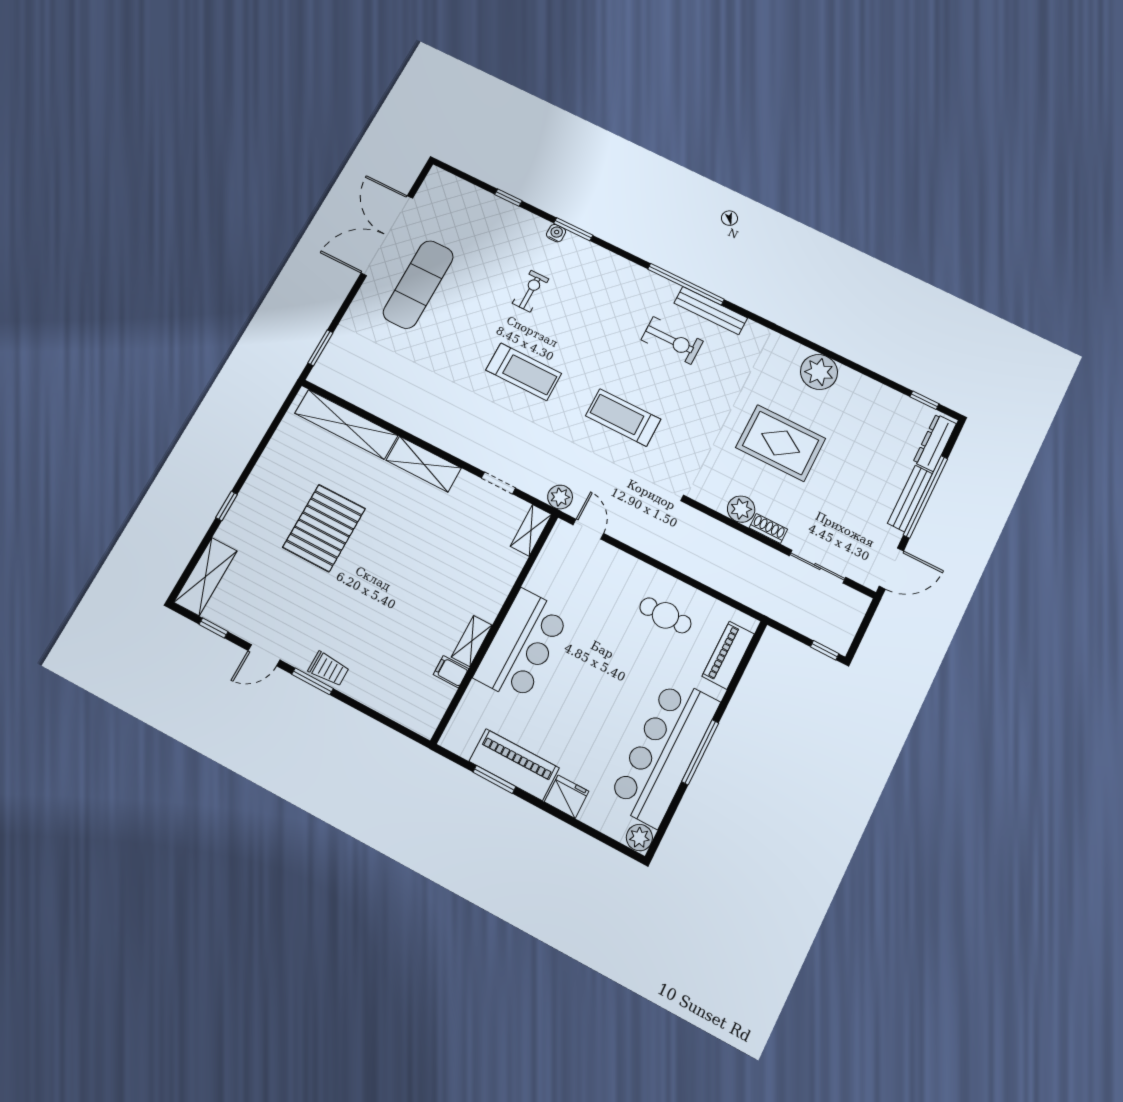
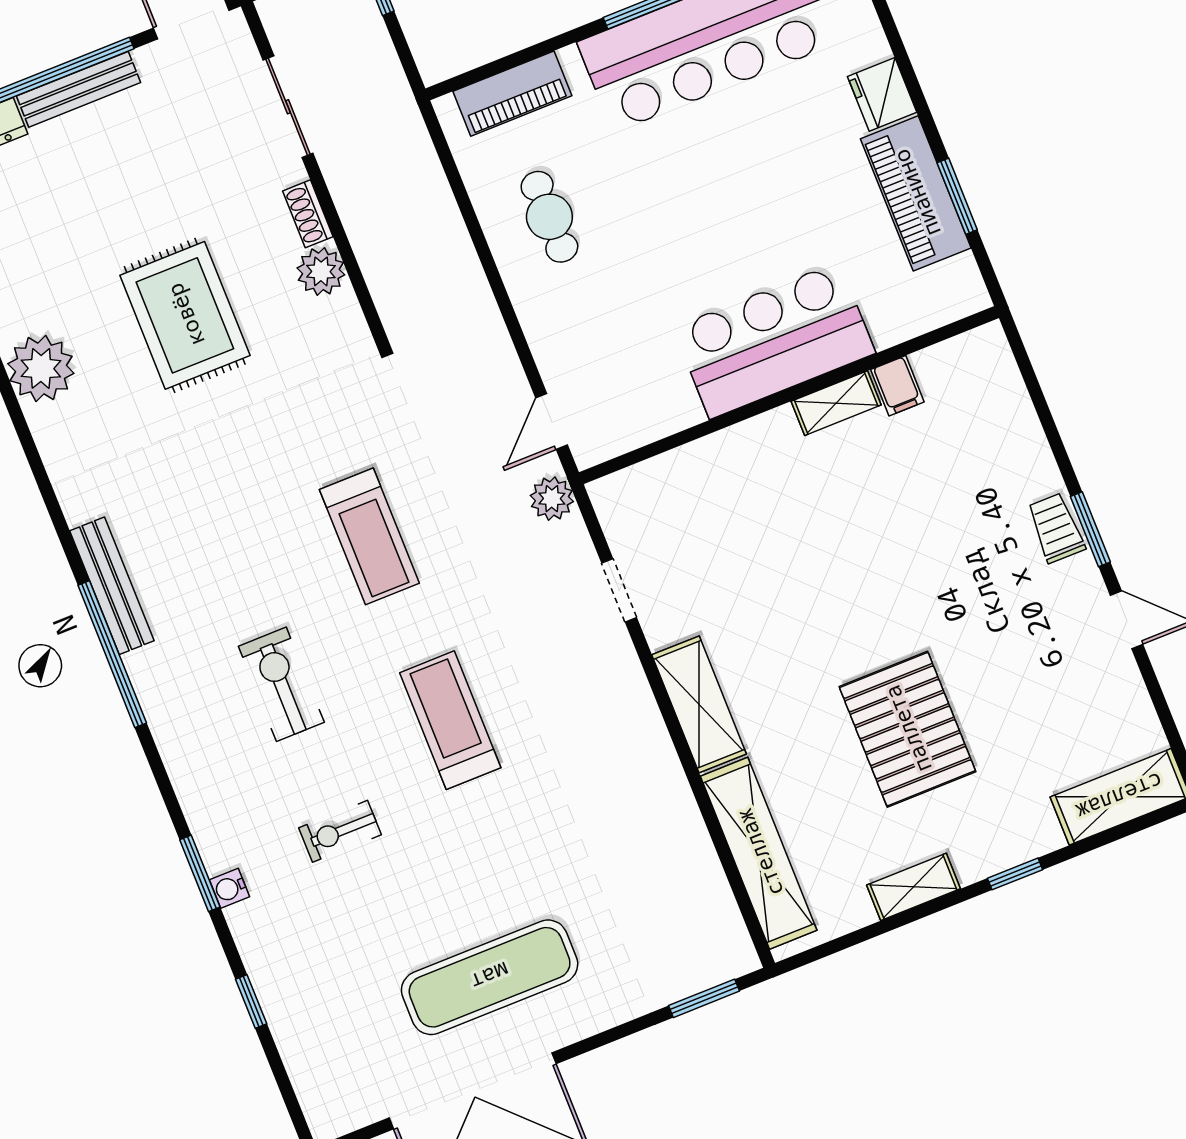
exercise bike: (672, 340) -> (281, 684), moved
pallet: (324, 528) -> (907, 729), turned 90
shelving: (531, 530) -> (913, 887), moved
window: (213, 628) -> (1165, 715), removed

